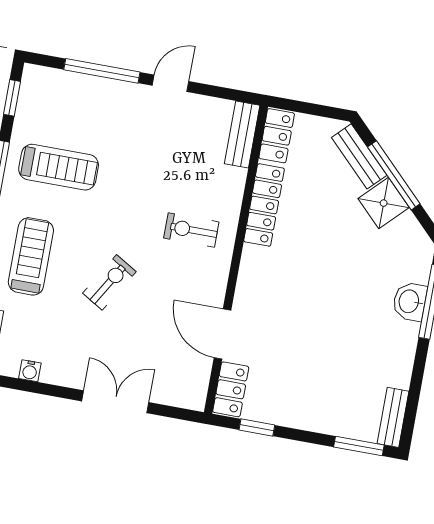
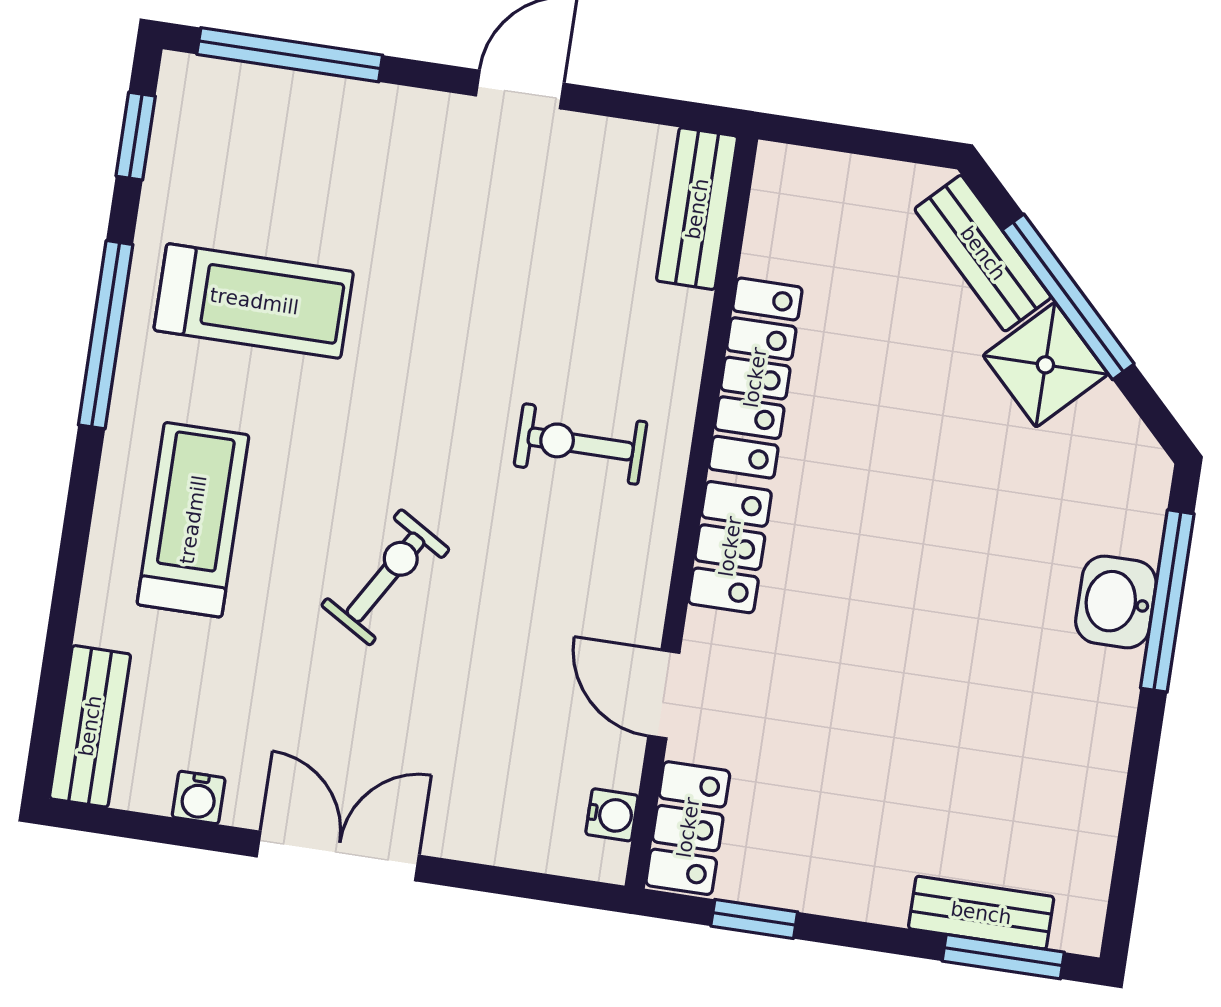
window: (102, 71) -> (290, 55), moved
locker: (277, 136) -> (730, 547), moved
door: (223, 334) -> (664, 694), width x0.73
water cooler: (200, 383) -> (612, 815), added
double door: (115, 402) -> (338, 856), moved
bench: (393, 417) -> (981, 913), moved, turned 90

